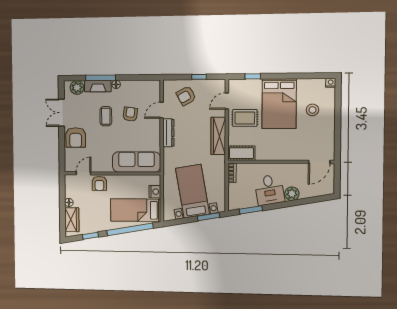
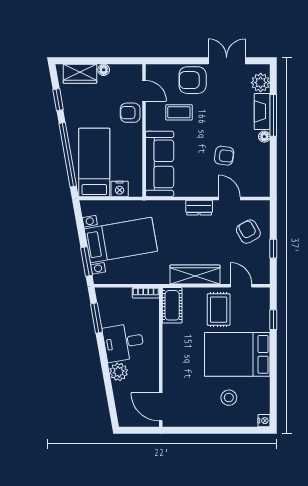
coffee table: (106, 116) -> (179, 112), moved
dresser: (168, 133) -> (199, 208), width x0.70

